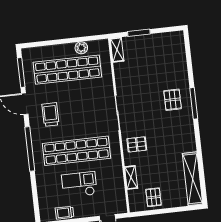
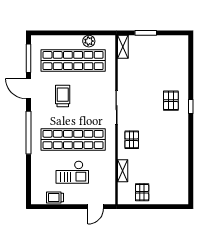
window: (194, 103) -> (191, 107), width x0.46
trolley: (50, 114) -> (63, 96), moved
pallet: (137, 144) -> (132, 140), turned 90
shelving: (193, 179) -> (182, 179), removed
checkout: (79, 185) -> (72, 172), turned 180

